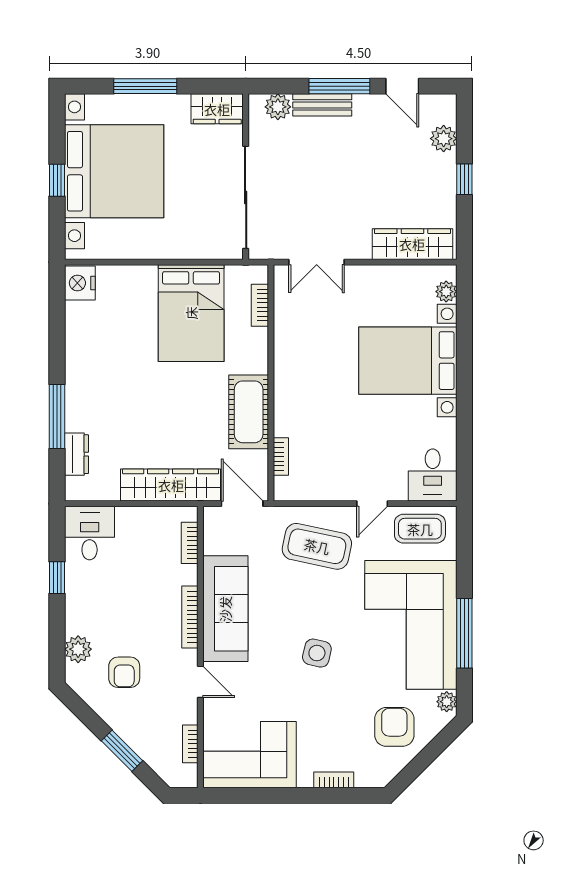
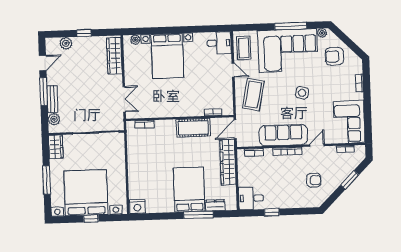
bed: (191, 313) -> (189, 190), moved, turned -90
plant: (78, 649) -> (304, 202), removed

